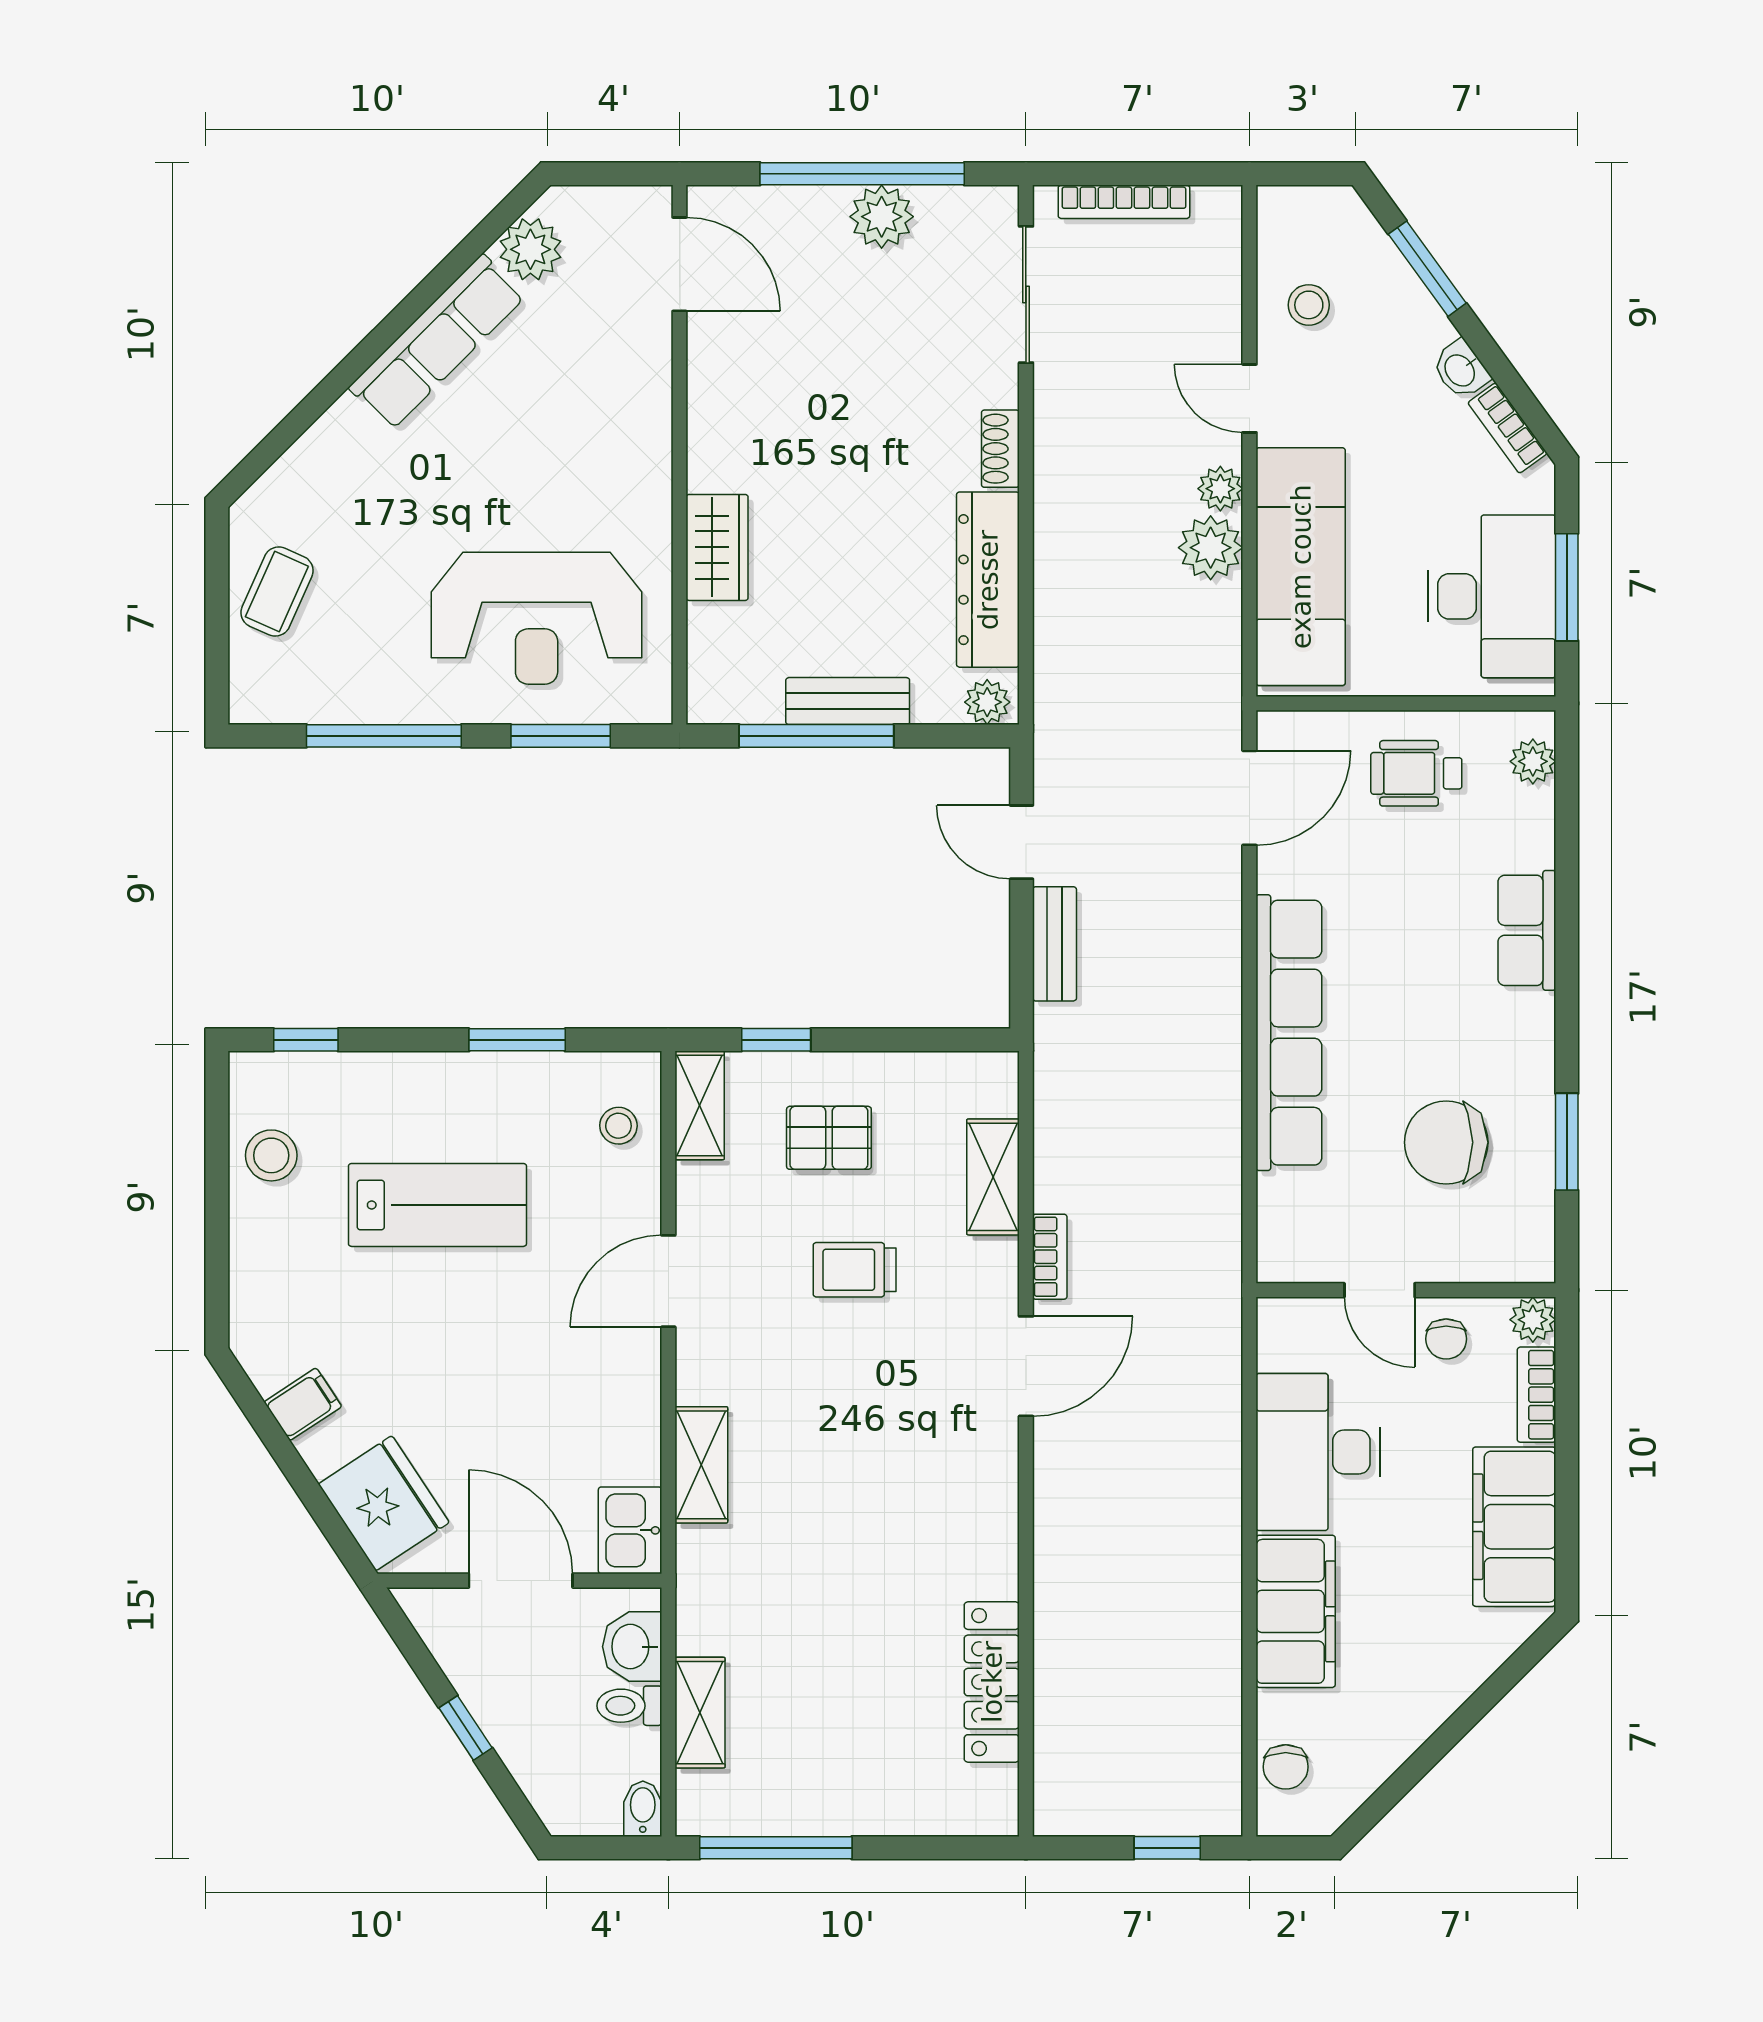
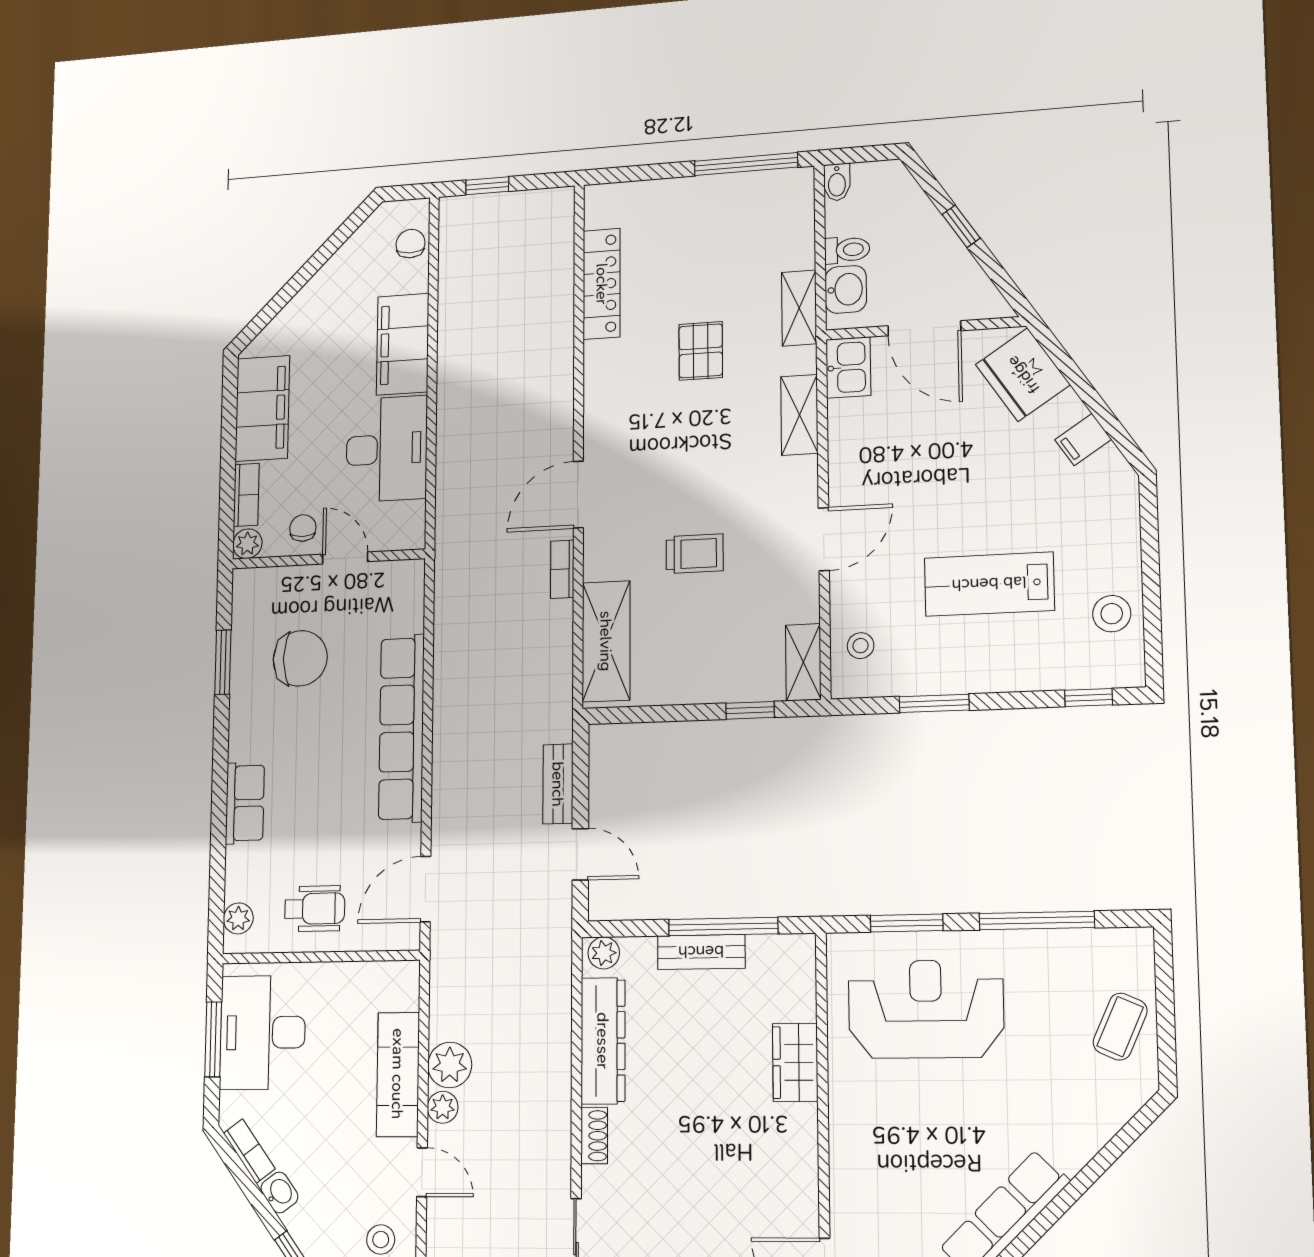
exam couch: (1301, 567) -> (398, 1074), width x0.73, depth x0.69
pallet: (829, 1138) -> (701, 351), moved, turned 90
shelving: (993, 1177) -> (606, 641), width x1.50, depth x1.33
shelving: (700, 1713) -> (799, 308), moved

